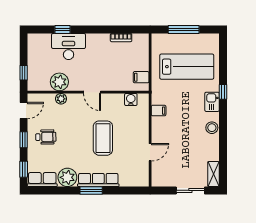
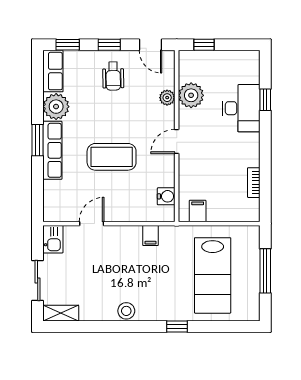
kitchen sink: (212, 102) -> (53, 239), moved, turned 90
door: (150, 152) -> (92, 224), swing flipped

